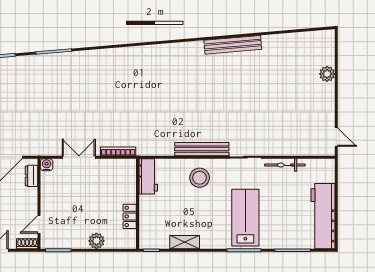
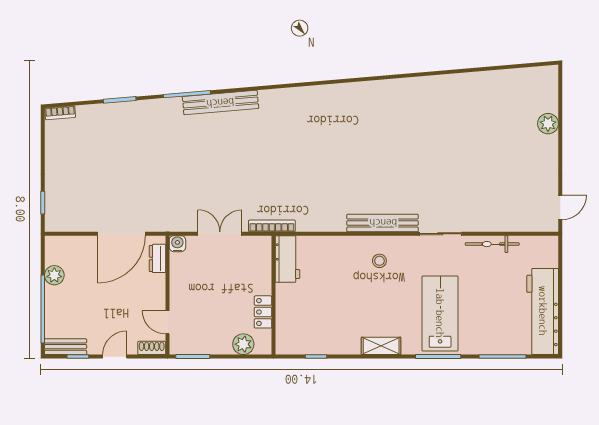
bench: (233, 45) -> (220, 103), moved
door: (336, 137) -> (560, 207), hinge flipped
workbench: (148, 176) -> (287, 259), moved
stool: (200, 178) -> (379, 261), width x0.53, depth x0.53
wall: (138, 204) -> (273, 295), moved
locker: (130, 216) -> (263, 312), moved
door: (39, 224) -> (167, 322), hinge flipped
shelving: (185, 242) -> (381, 346), moved

